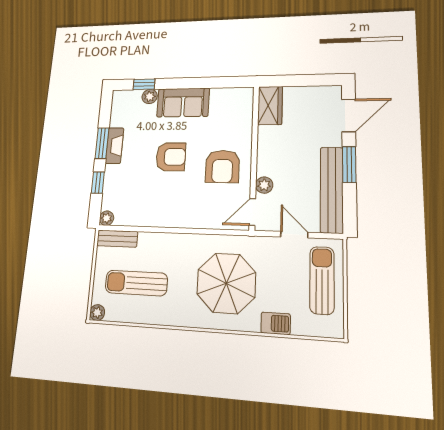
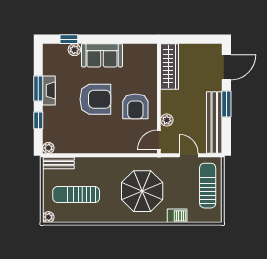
wardrobe: (270, 106) -> (169, 66), width x1.50
armchair: (171, 157) -> (95, 99), width x1.36, depth x1.36

